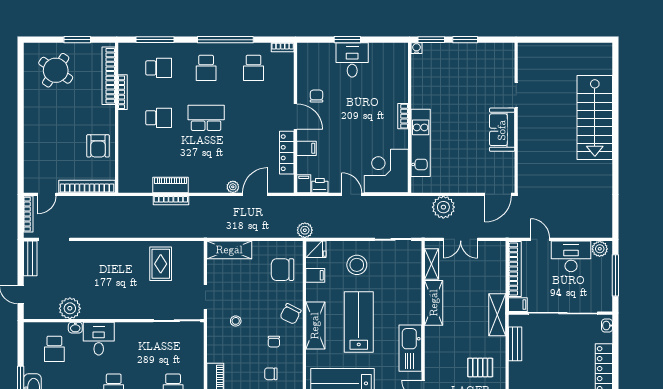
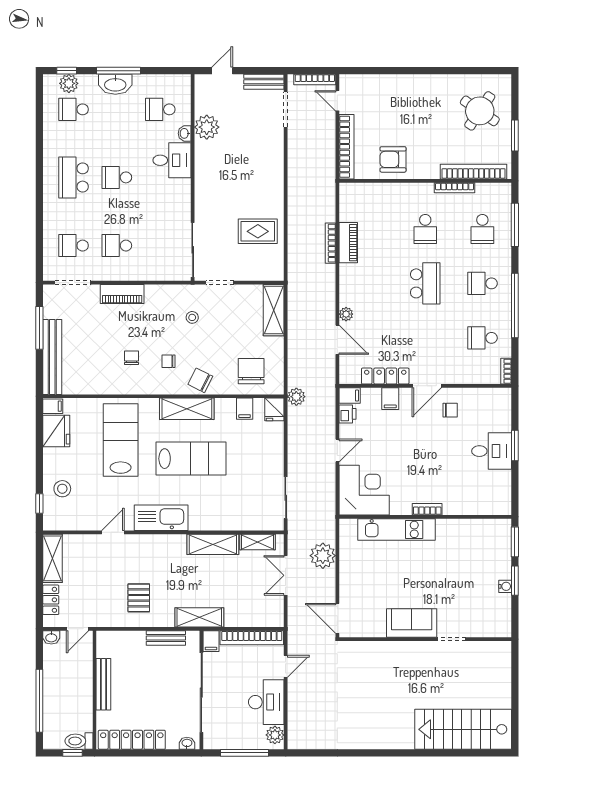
water cooler: (416, 48) -> (505, 586), moved
stairs: (595, 118) -> (463, 729), moved
stool: (357, 265) -> (257, 456), removed

